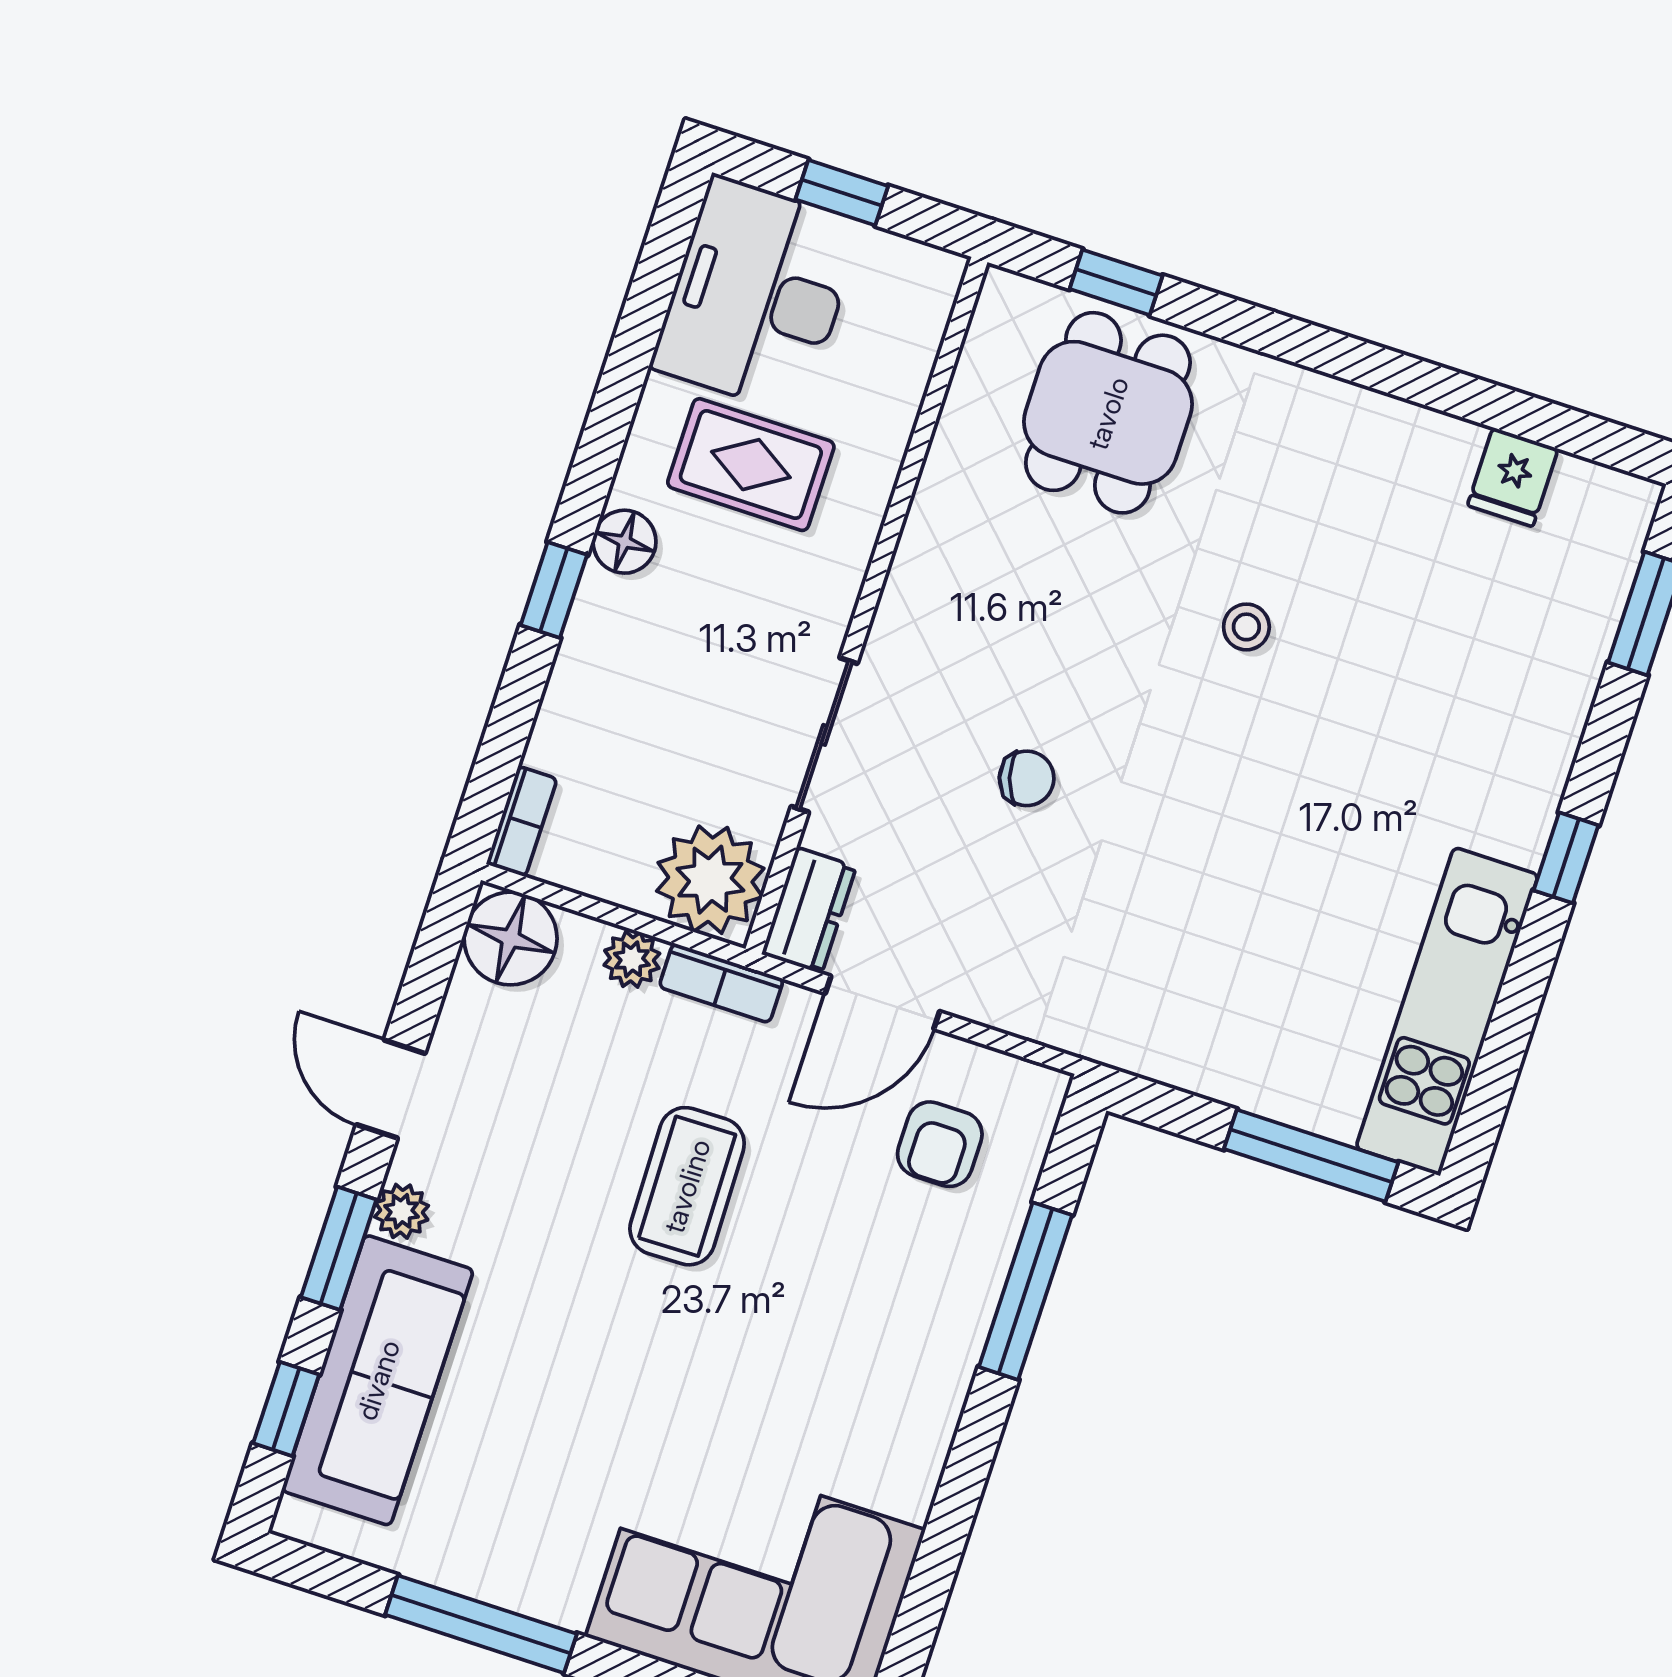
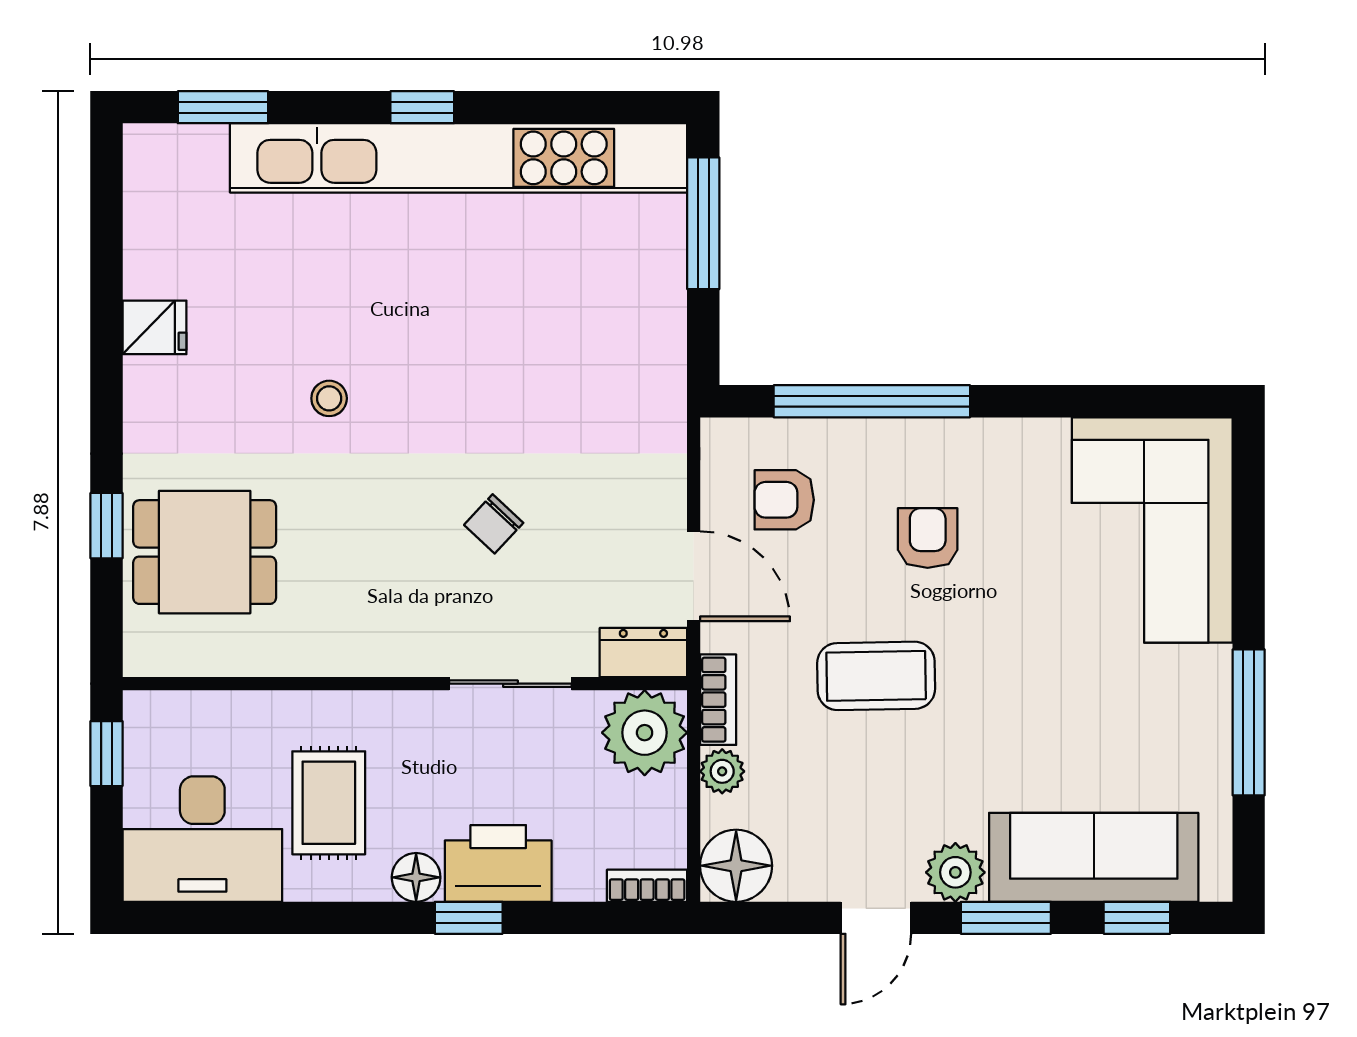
window: (842, 193) -> (106, 754), moved
window: (1116, 282) -> (106, 526), moved
fridge: (1513, 477) -> (154, 327), moved
printer: (609, 648) -> (498, 863), added
chair: (1027, 778) -> (494, 524), turned -121
kitchen unit: (1447, 1011) -> (459, 158), width x1.86
armchair: (940, 1144) -> (784, 500), turned 180
plant: (402, 1211) -> (955, 872), width x1.38, depth x1.38
window: (1025, 1291) -> (872, 401), width x1.46
armchair: (835, 1305) -> (928, 538), added

